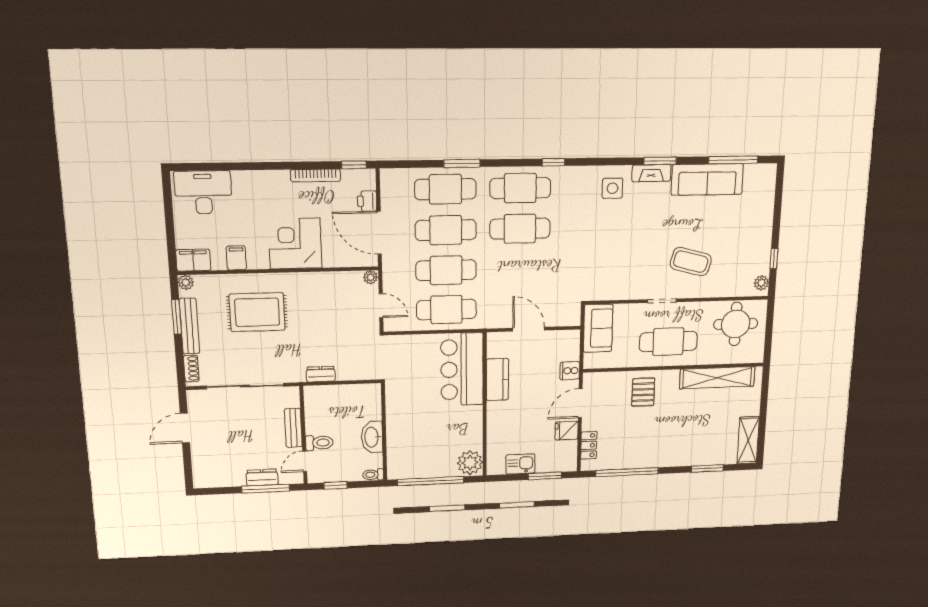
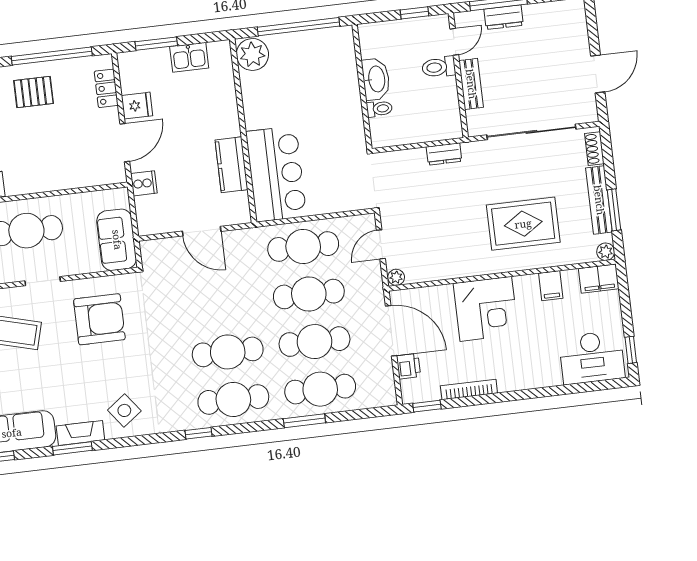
side table: (612, 188) -> (124, 410), turned -37
window: (167, 195) -> (631, 350), added
armchair: (621, 266) -> (99, 319), added
door: (381, 306) -> (381, 244), hinge flipped
pallet: (643, 392) -> (34, 92), moved, turned 90
toilet: (373, 475) -> (379, 109), moved

